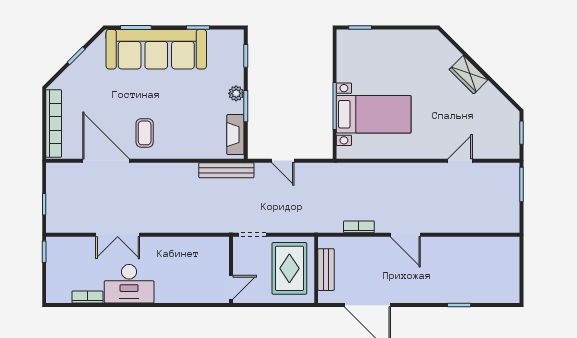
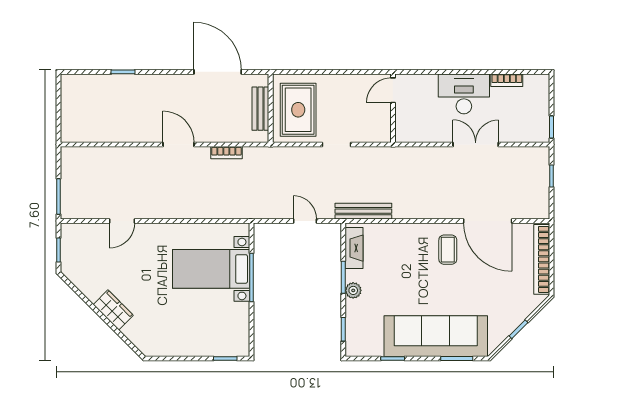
wall: (231, 270) -> (393, 108), moved
door: (231, 287) -> (393, 90), moved

